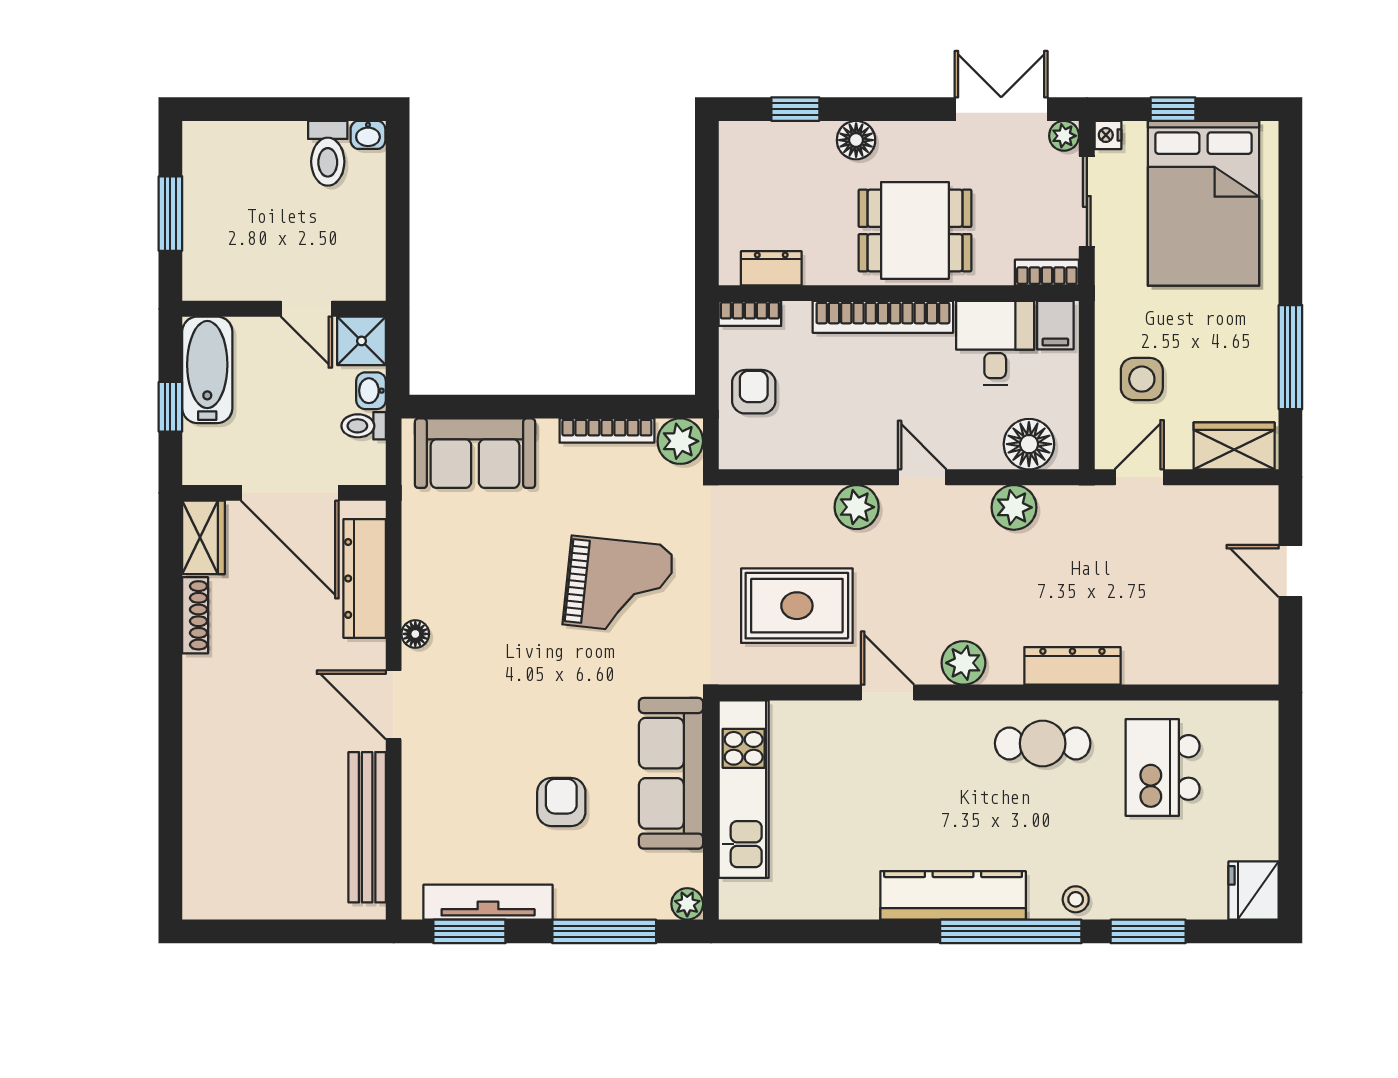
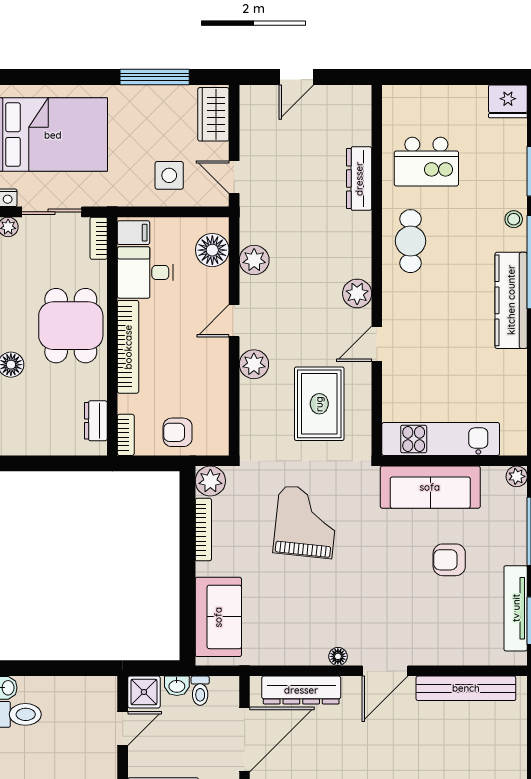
dresser: (1072, 666) -> (359, 179), moved

